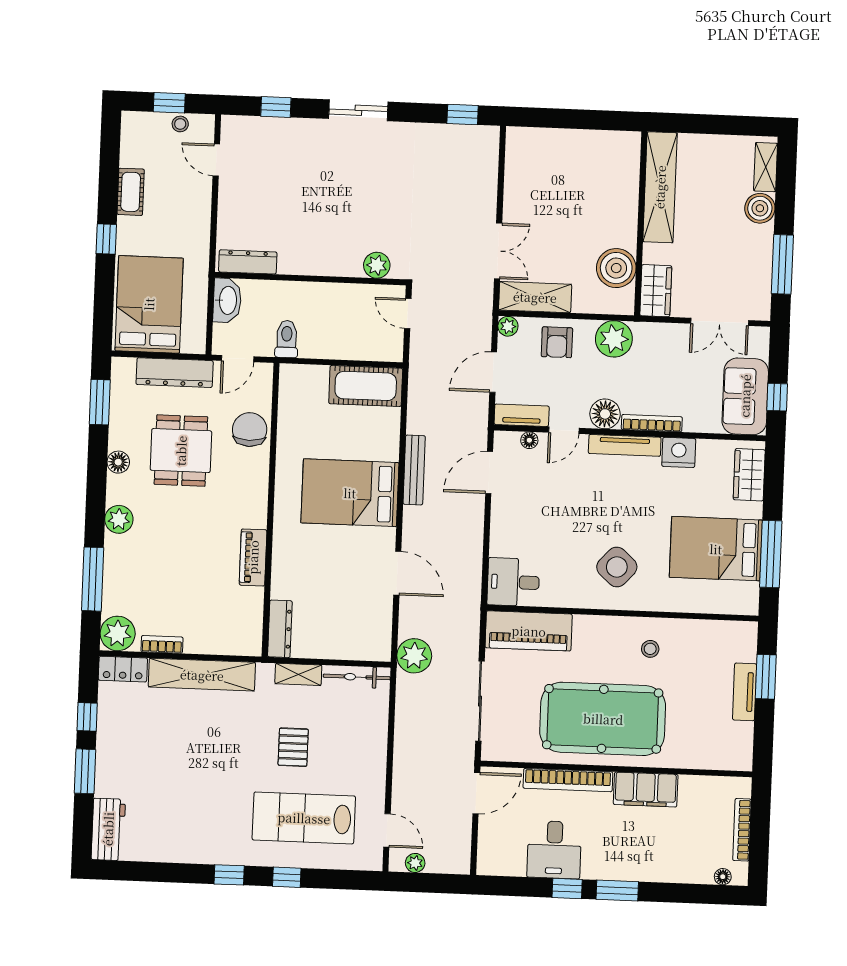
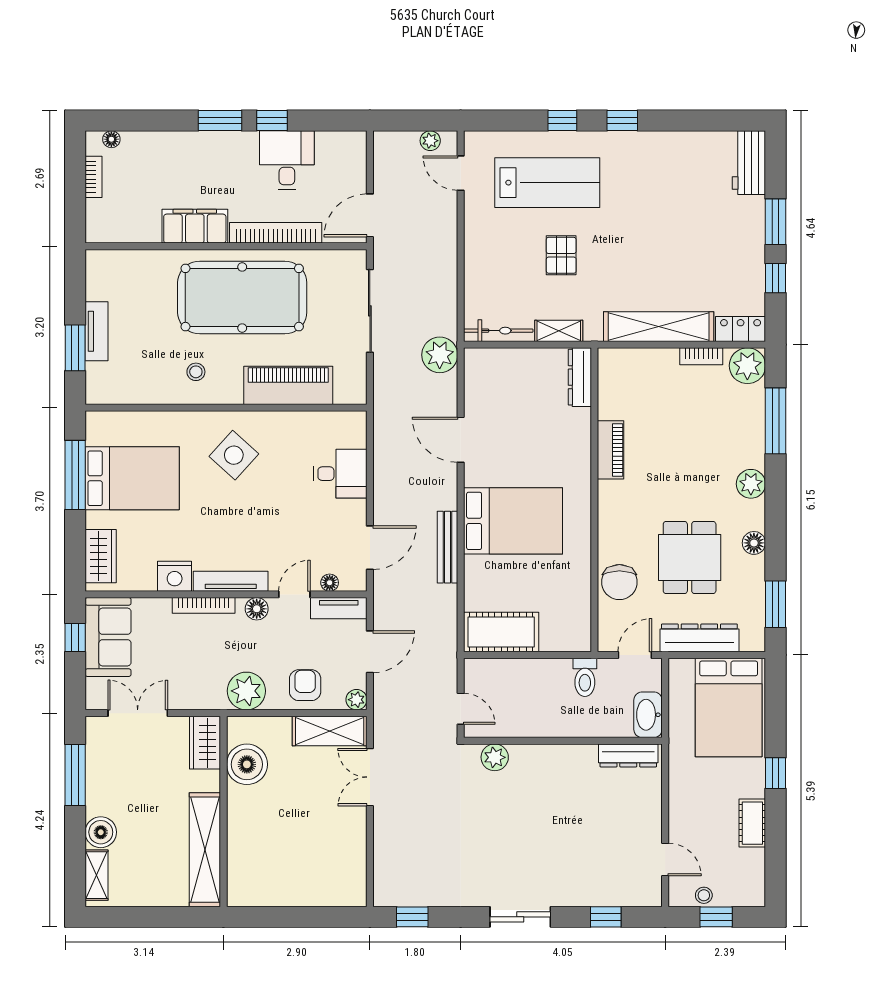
floor lamp: (605, 414) -> (257, 609), width x0.73, depth x0.73
desk: (513, 582) -> (340, 474), moved
piano: (529, 631) -> (288, 385), moved
bookcase: (742, 830) -> (93, 177), width x0.64

